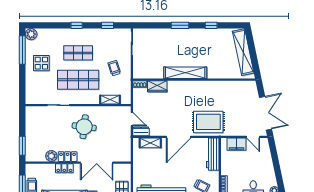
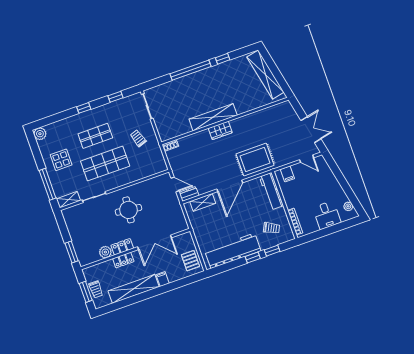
window: (180, 25) -> (190, 70), width x2.11
window: (22, 50) -> (48, 184), moved
wardrobe: (157, 86) -> (220, 130), moved
shelving: (110, 100) -> (68, 200), moved
double door: (266, 113) -> (311, 130), width x0.73
filing cabinet: (237, 144) -> (287, 174), width x0.50

